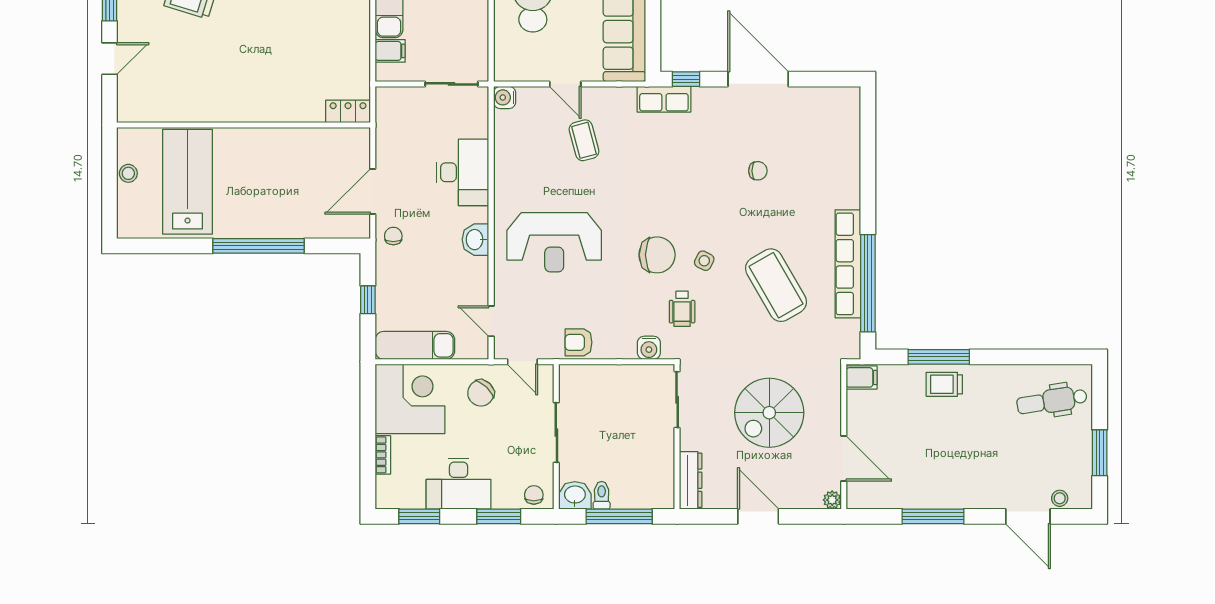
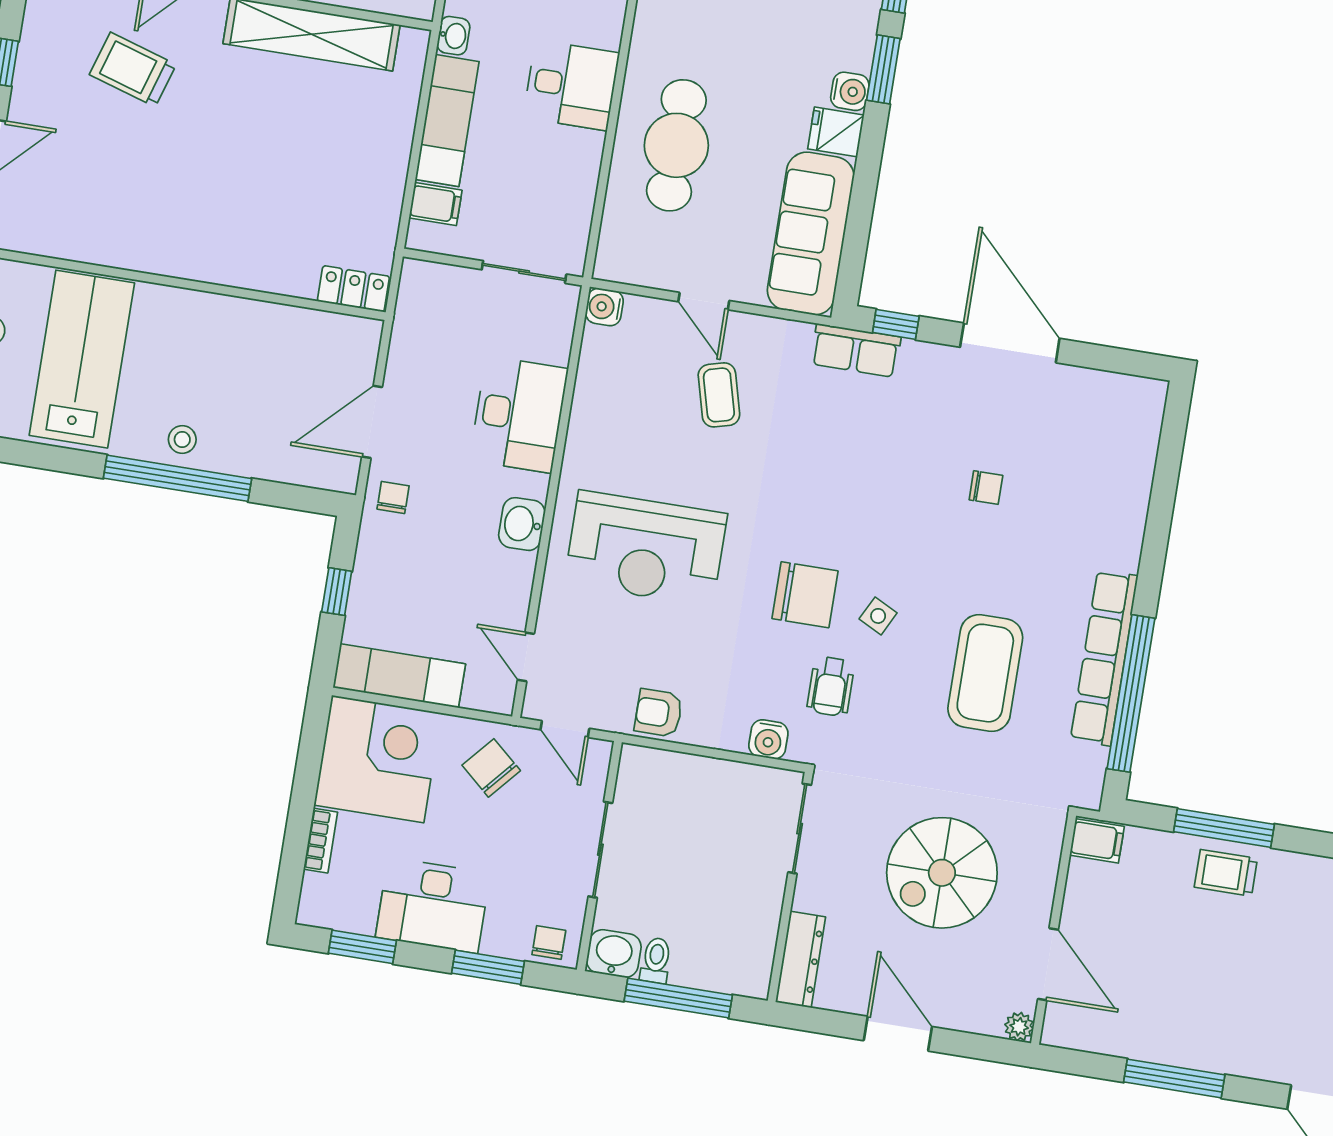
stool: (257, 221) -> (182, 439), added
coffee table: (776, 285) -> (985, 673), turned 30
chair: (481, 393) -> (491, 768), turned 87

